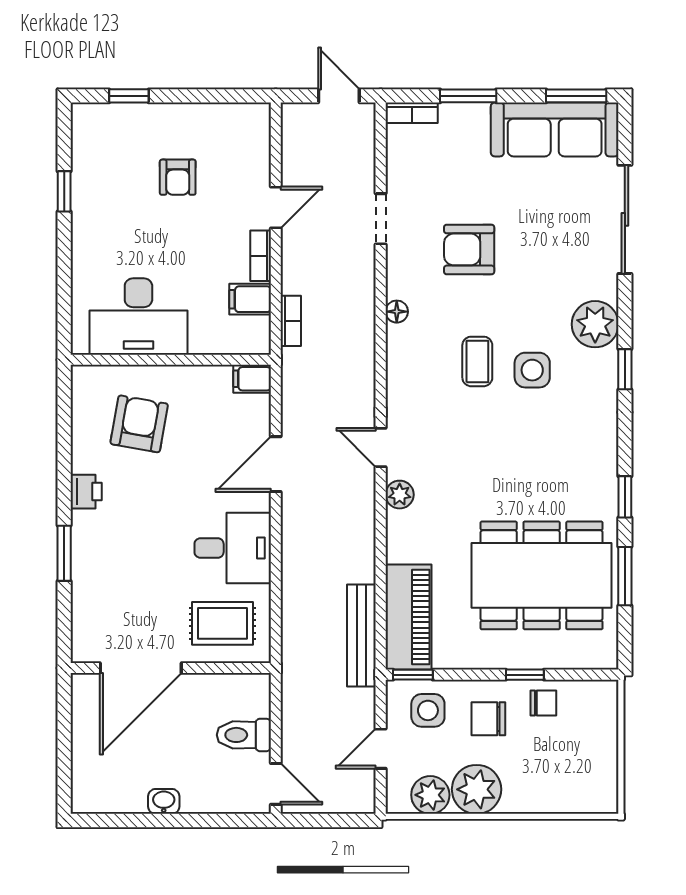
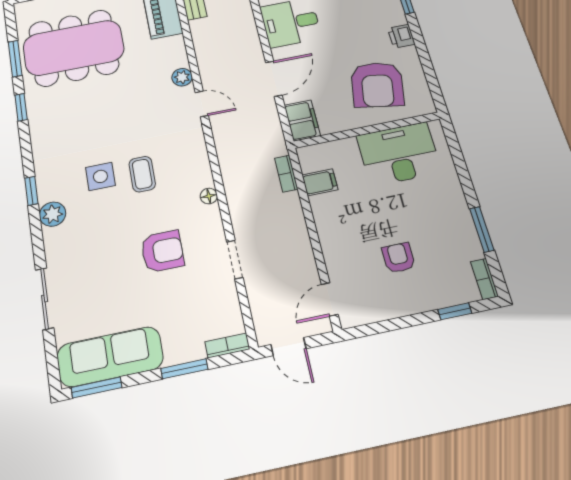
window: (64, 191) -> (482, 229), width x1.50
door: (276, 207) -> (330, 299), moved
sliding door: (625, 219) -> (45, 299), width x0.73
bookcase: (261, 256) -> (484, 279), moved, turned 180
plant: (595, 324) -> (53, 214), width x0.73, depth x0.73
filing cabinet: (252, 379) -> (302, 120), width x2.00
armchair: (139, 424) -> (377, 85), width x1.36, depth x1.36

